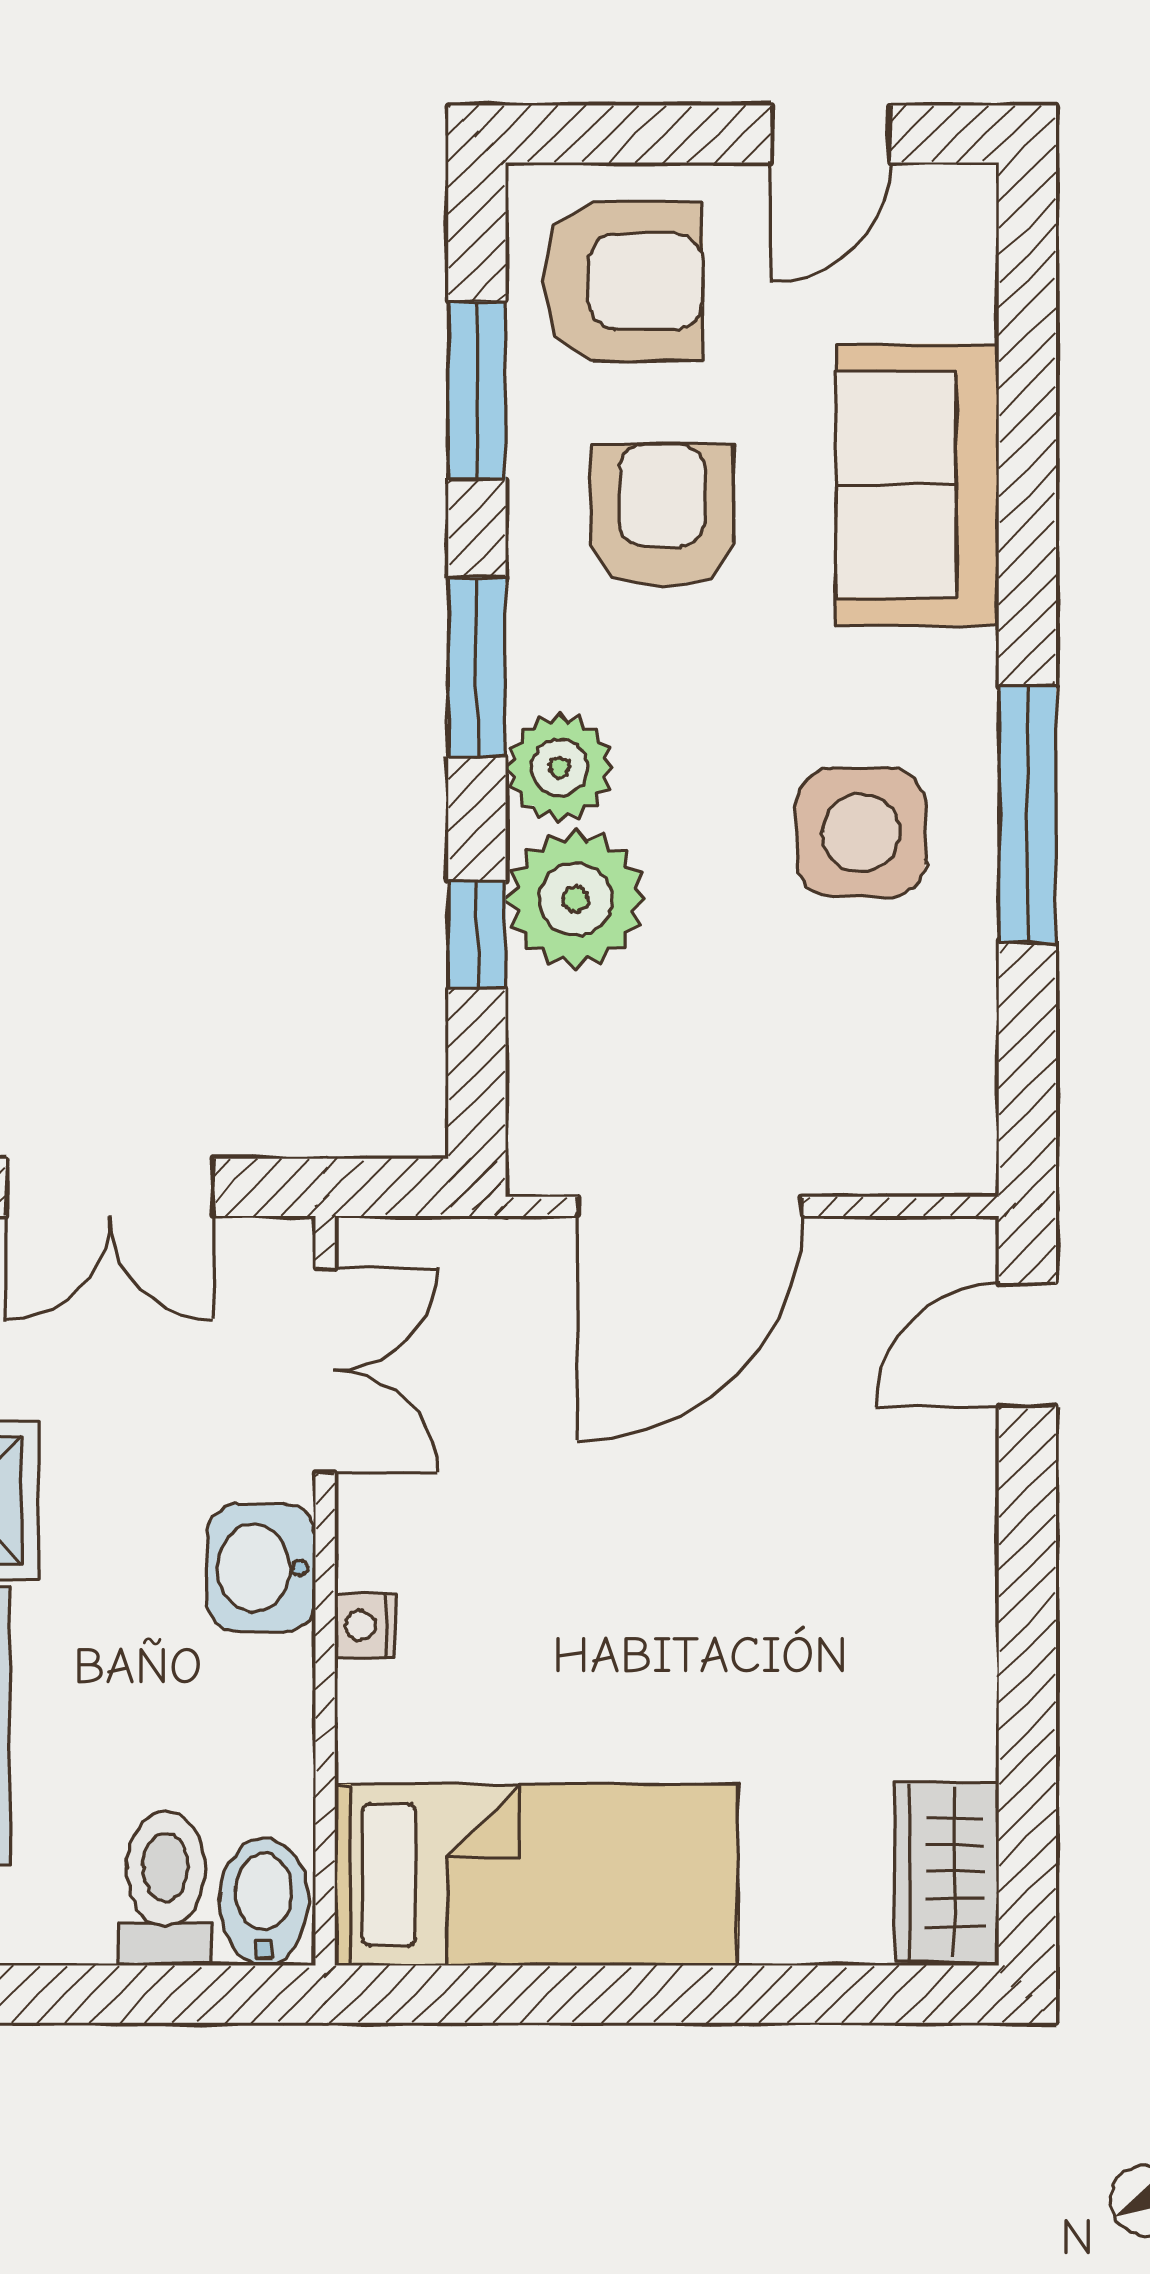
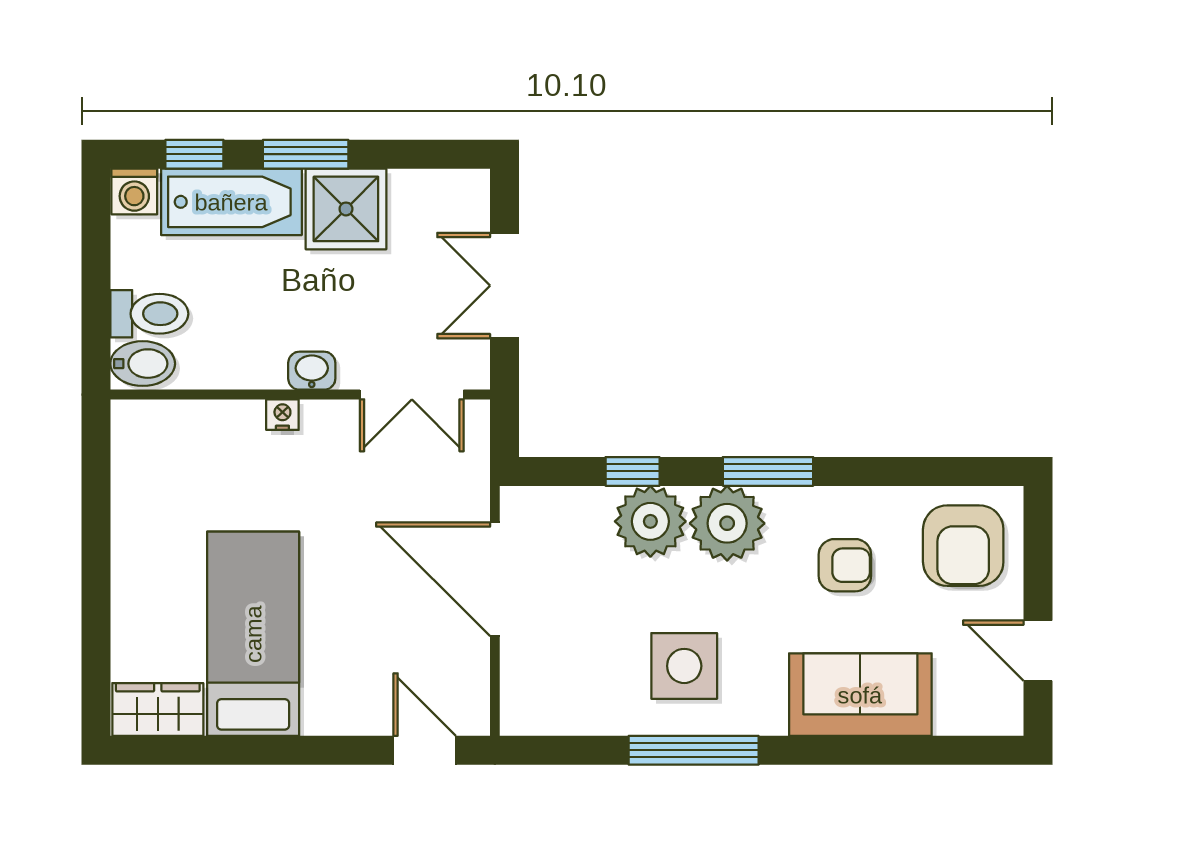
window: (477, 391) -> (908, 471), removed
armchair: (662, 515) -> (845, 565), width x0.72, depth x0.72
plant: (560, 767) -> (727, 523), width x1.36, depth x1.36
washbasin: (261, 1568) -> (312, 371), width x0.72, depth x0.69
bed: (536, 1875) -> (253, 634), moved, turned 180

